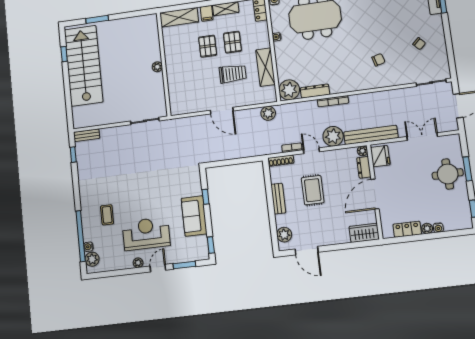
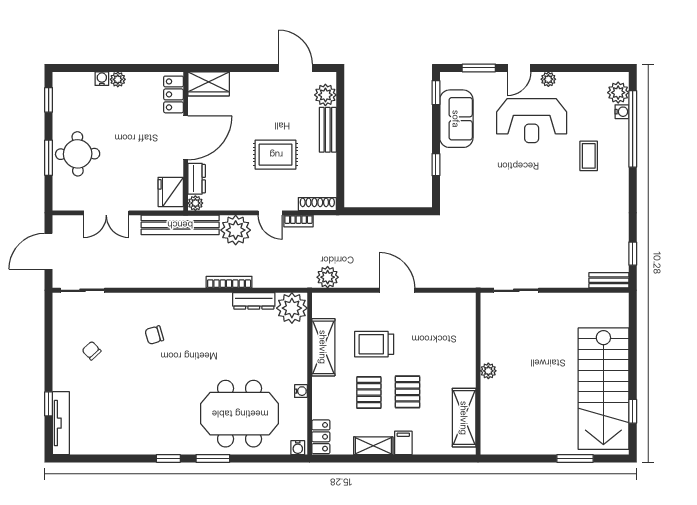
shelving: (179, 17) -> (464, 418), moved, turned 90
rug: (313, 190) -> (276, 155), turned 90
bench: (278, 199) -> (328, 130), moved
sofa: (194, 216) -> (456, 119), moved
locker: (407, 229) -> (173, 94), moved, turned 90

